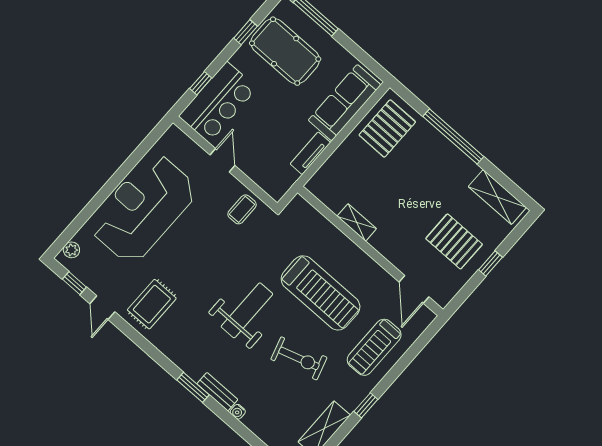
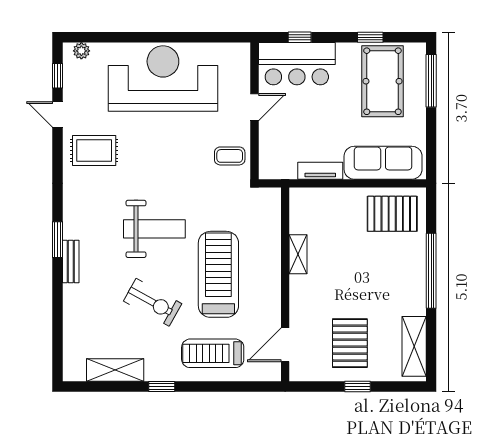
treadmill: (321, 293) -> (218, 274), turned 180
door: (102, 308) -> (57, 114), hinge flipped
exercise bike: (299, 358) -> (153, 302), turned -44
water cooler: (238, 412) -> (69, 291), removed

